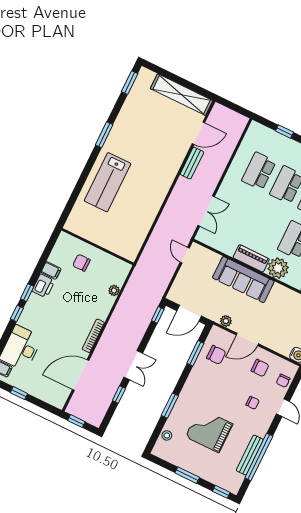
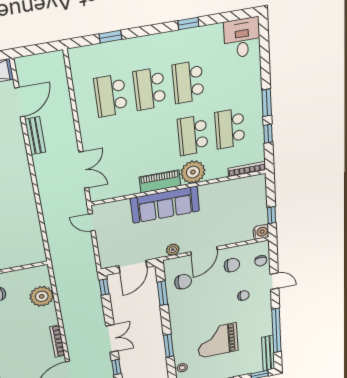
plant: (114, 290) -> (42, 296), width x1.87, depth x1.87
bench: (250, 455) -> (268, 353), moved

